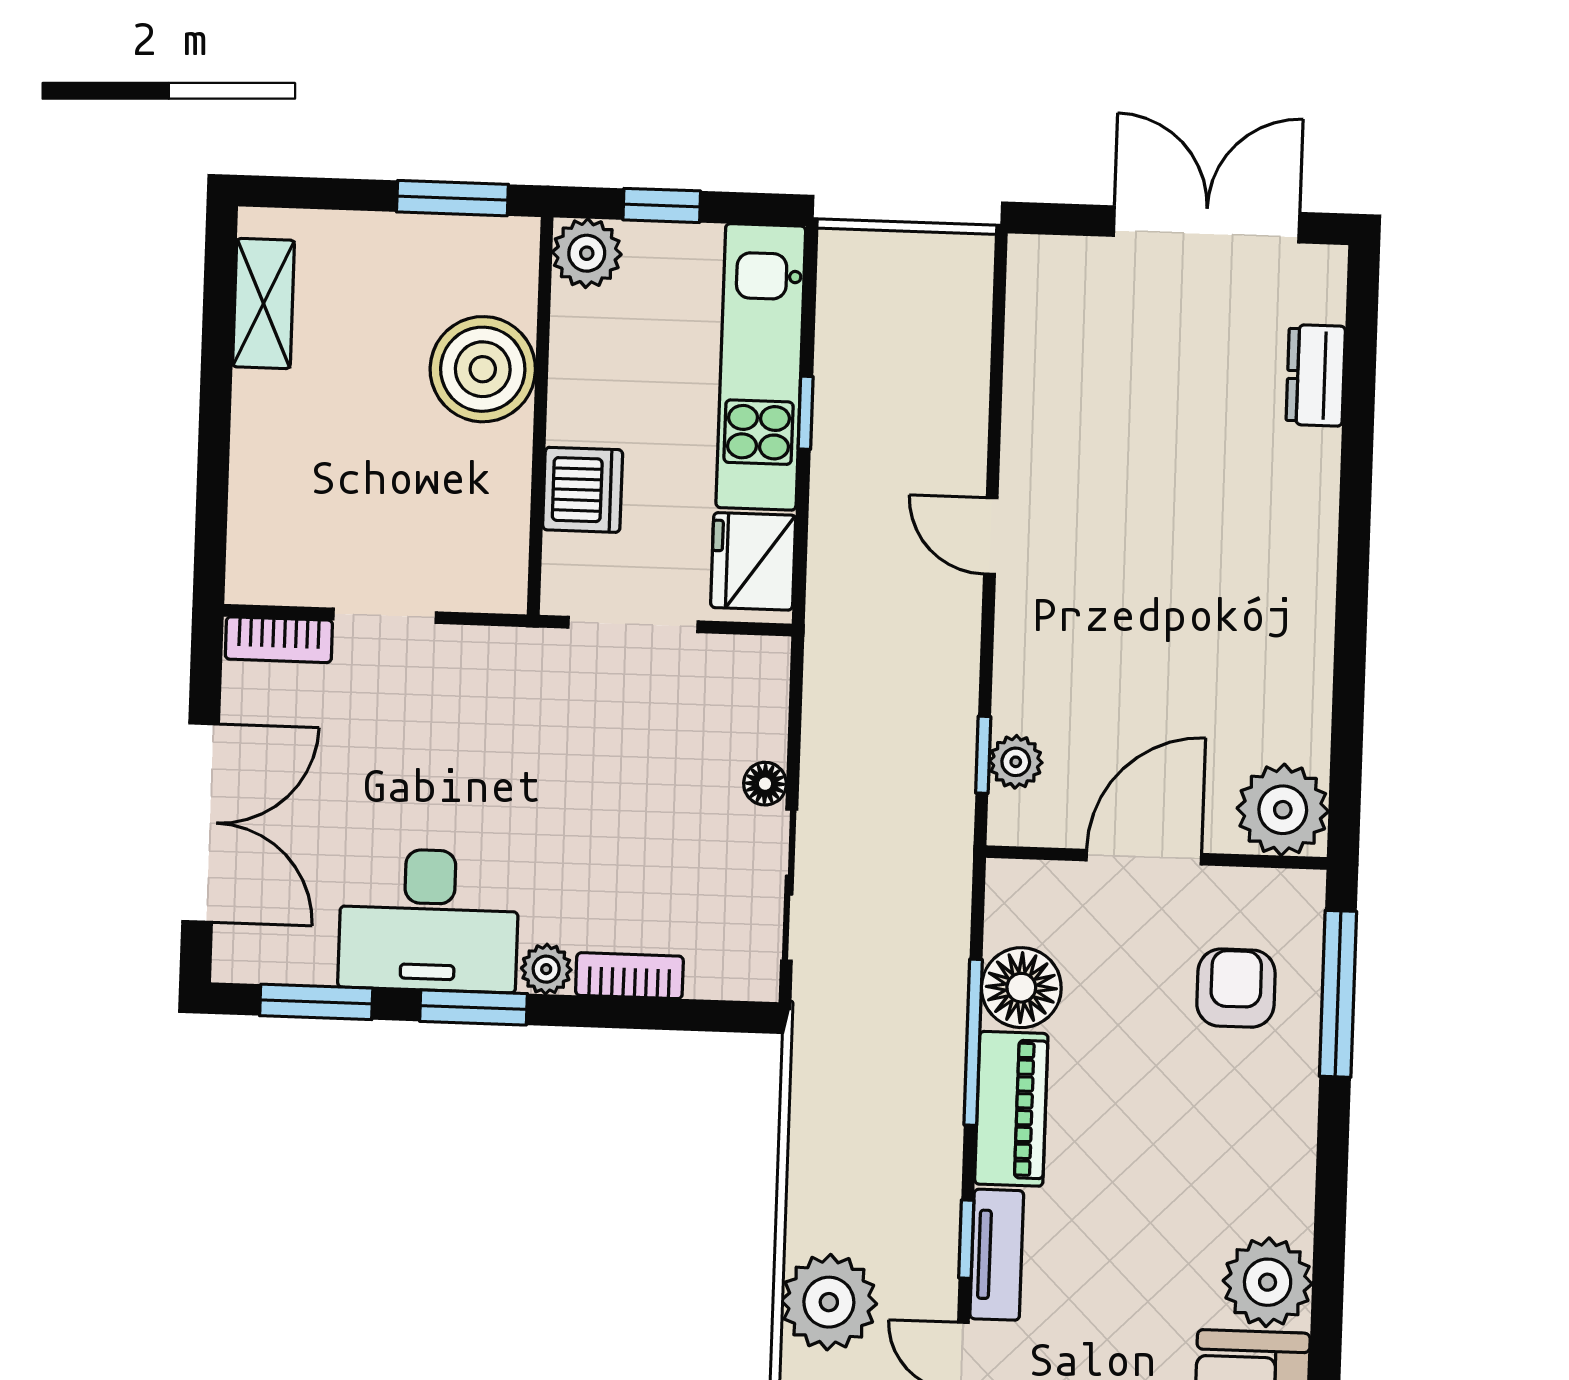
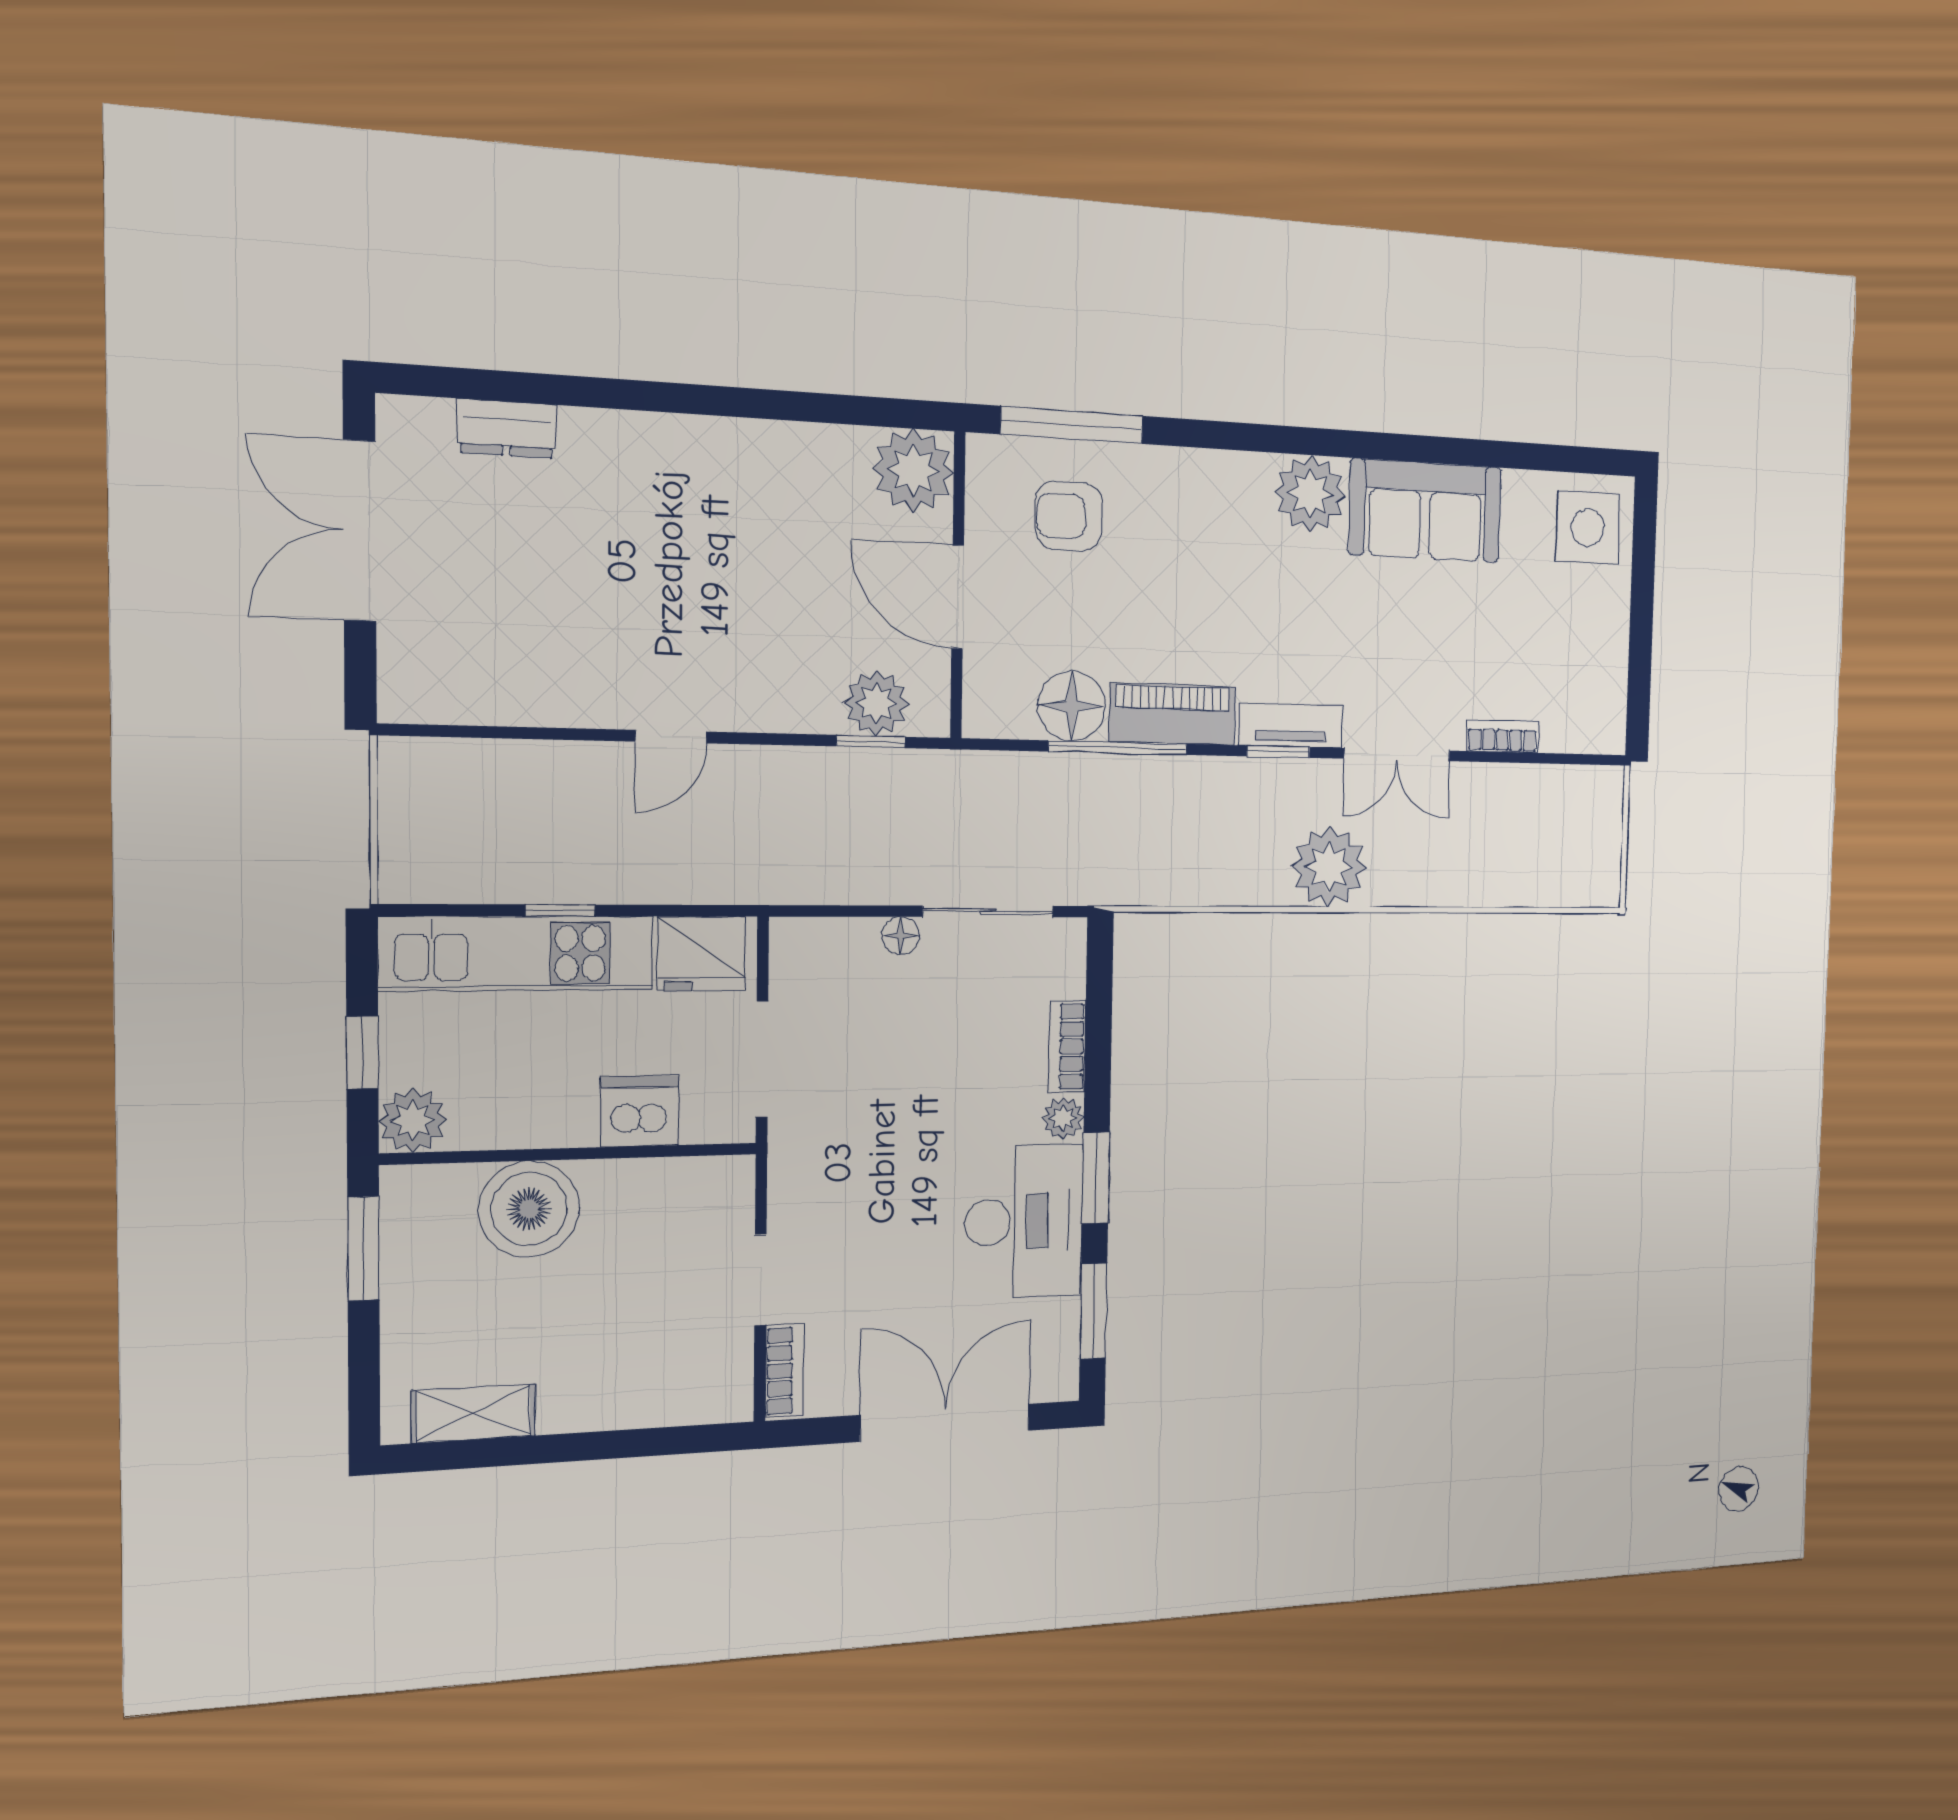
plant: (1016, 762) -> (876, 703), width x1.38, depth x1.38

